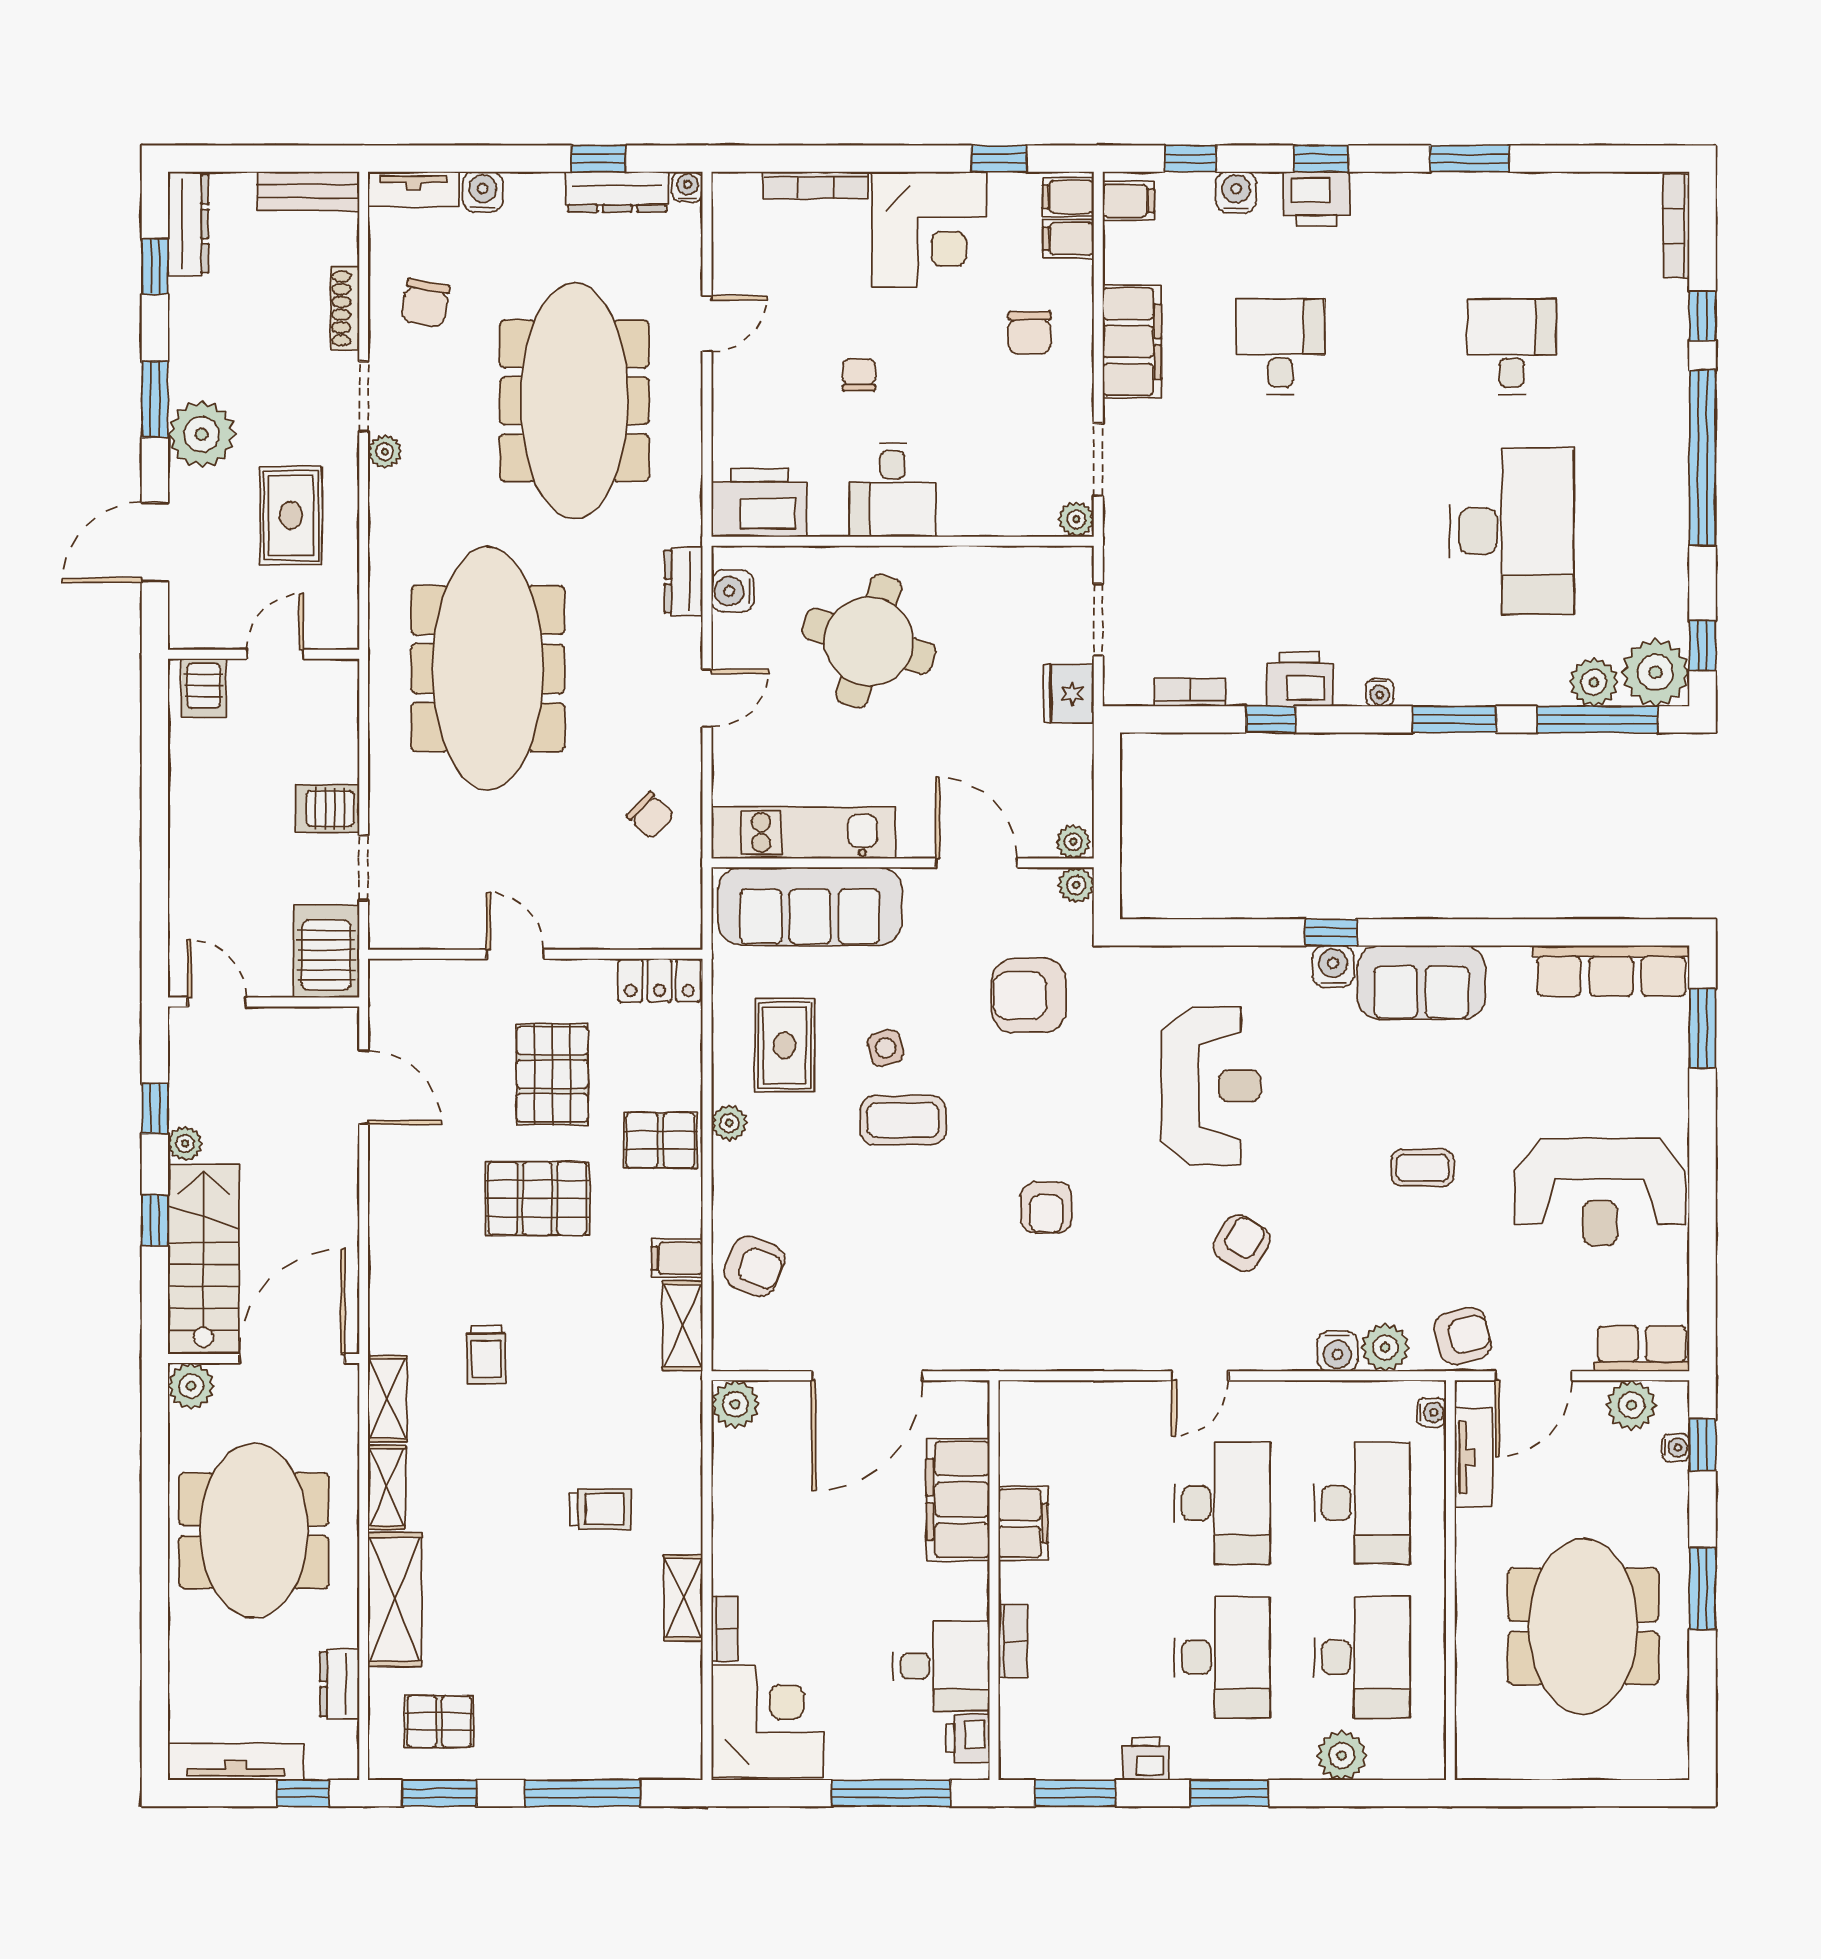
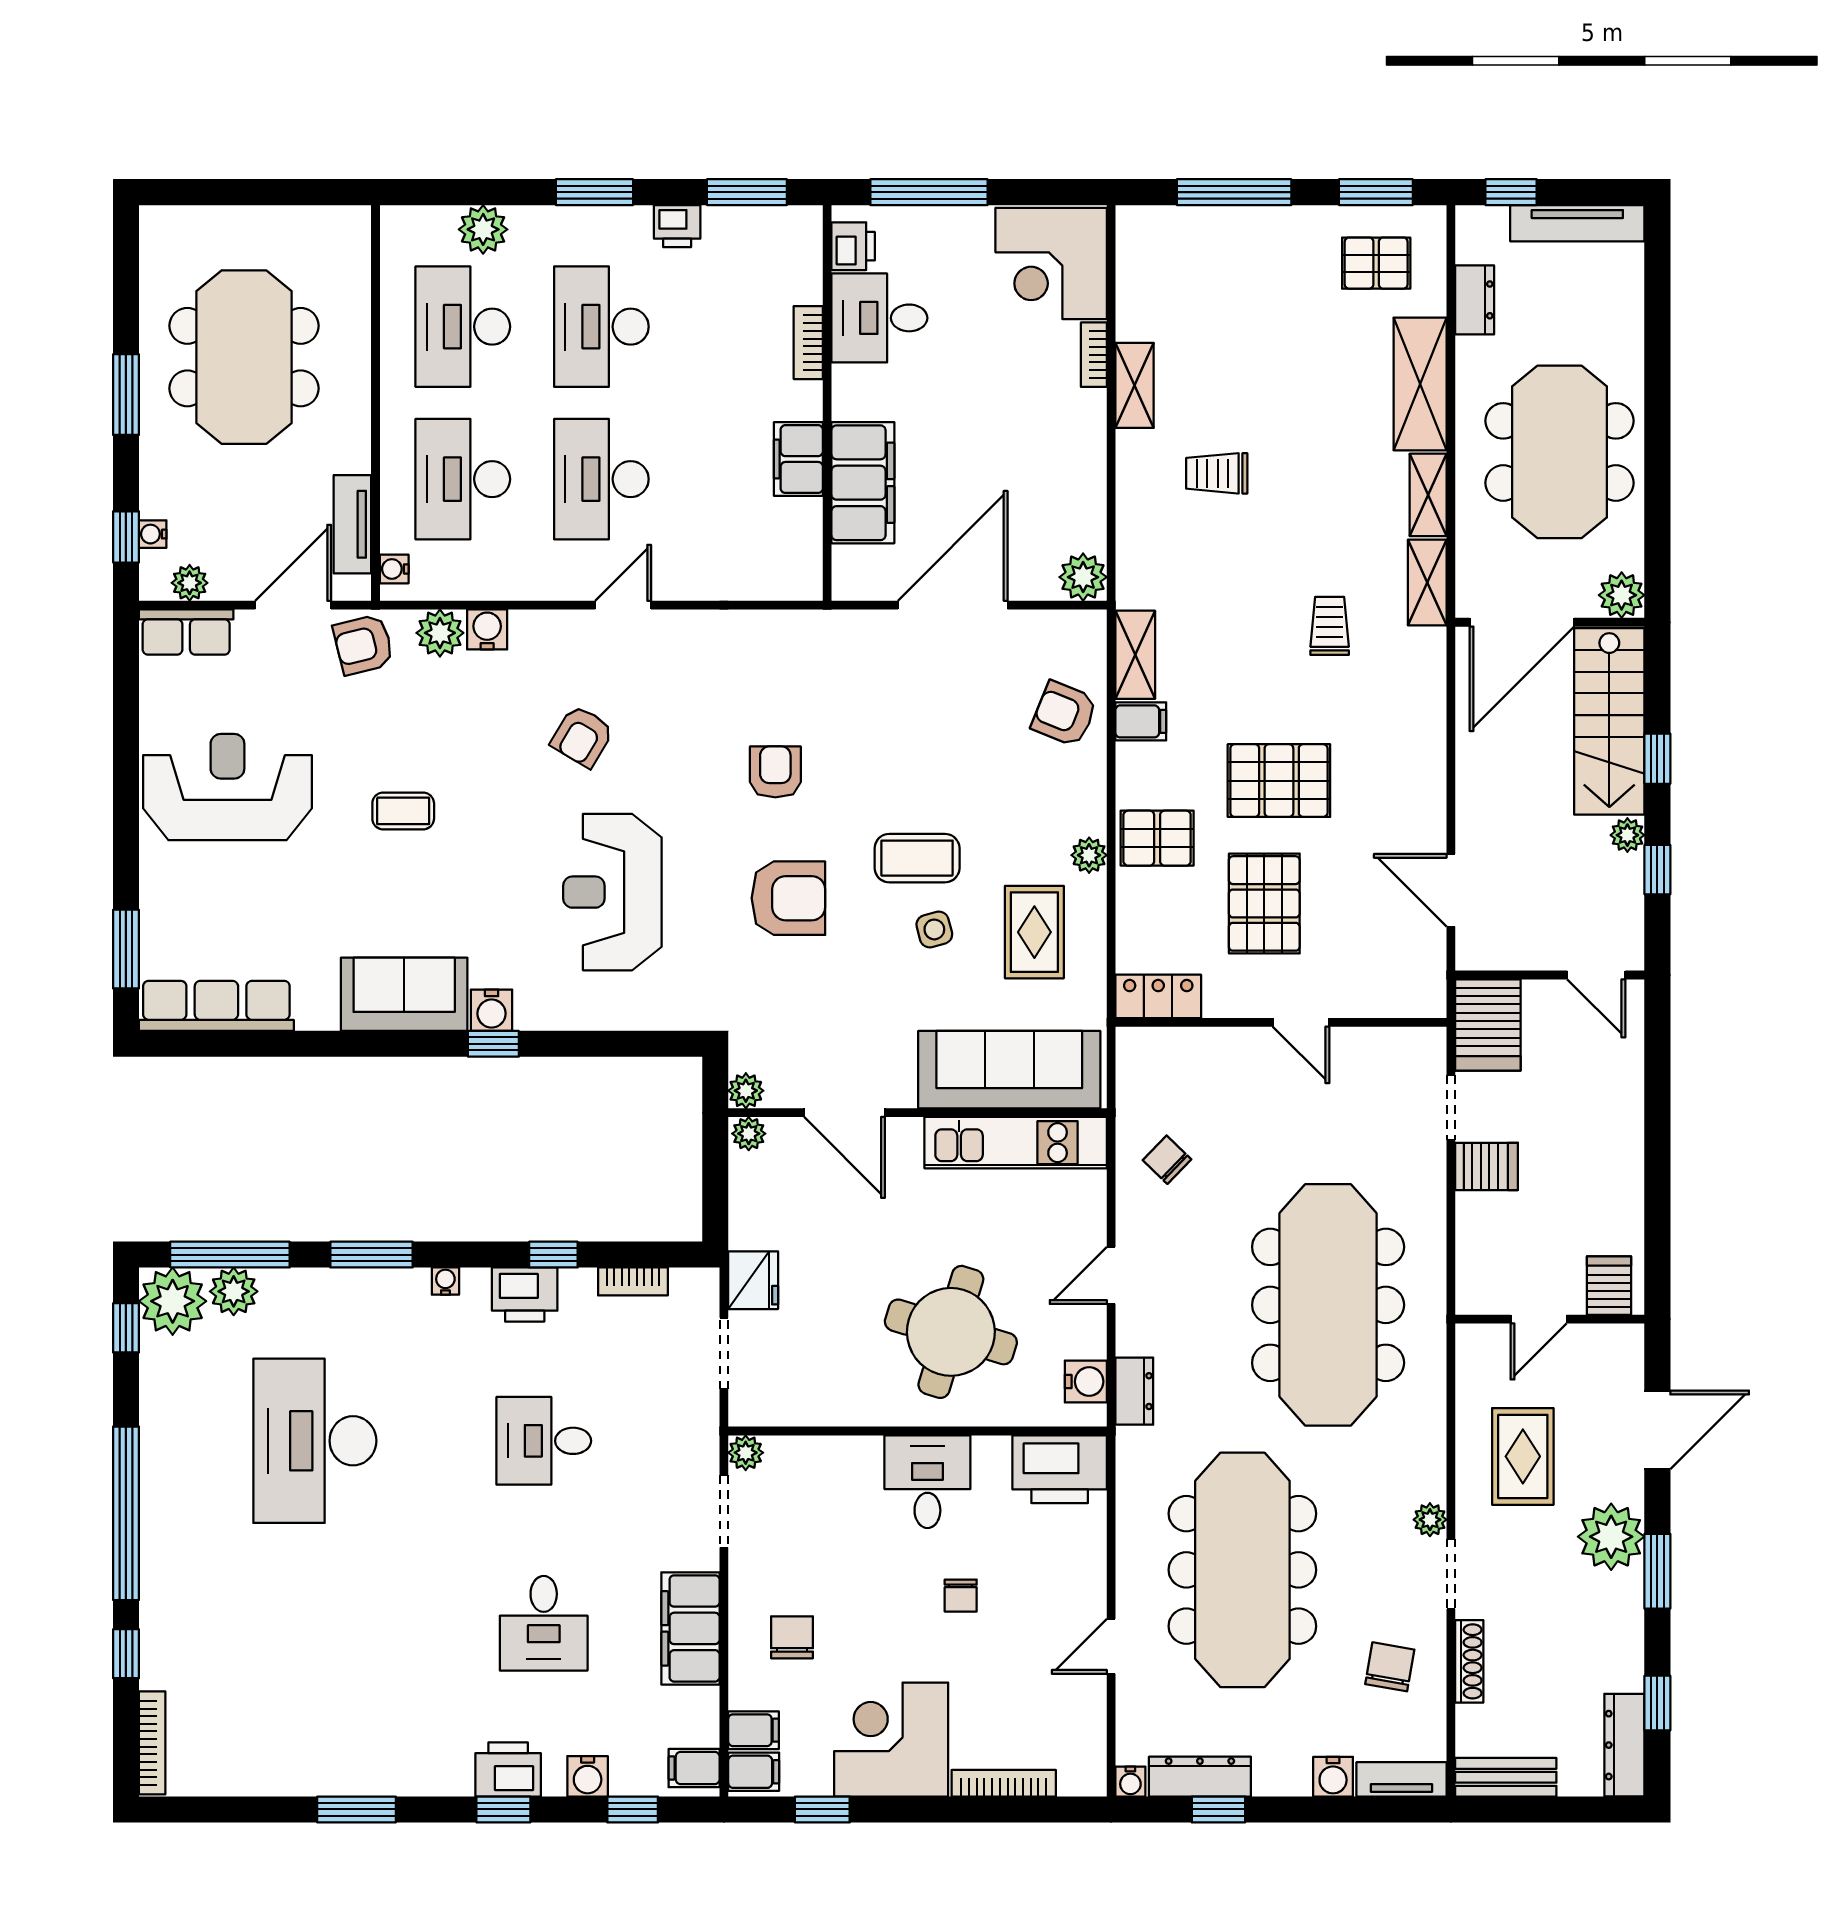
desk: (1512, 347) -> (544, 1441), moved, turned 90
armchair: (1029, 996) -> (788, 898), moved
plant: (1631, 1405) -> (190, 583), width x0.73, depth x0.73

